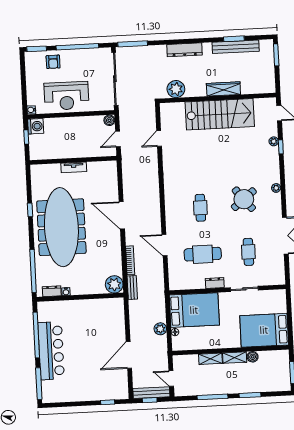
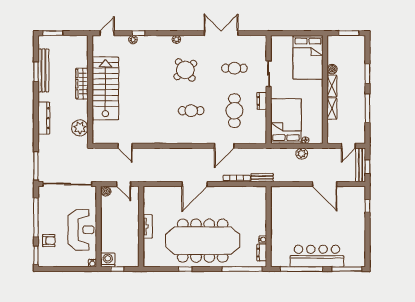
plant: (114, 284) -> (258, 194), removed

